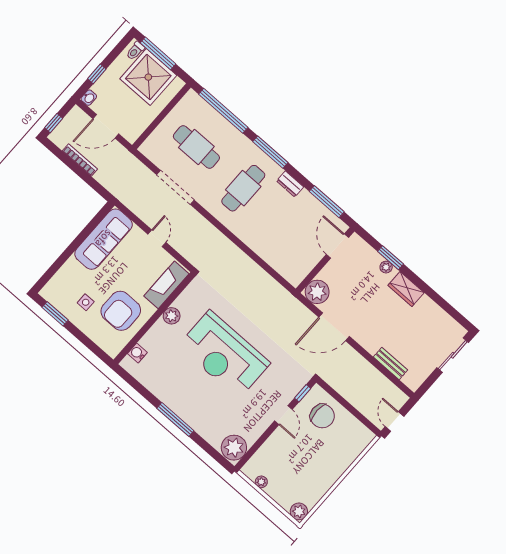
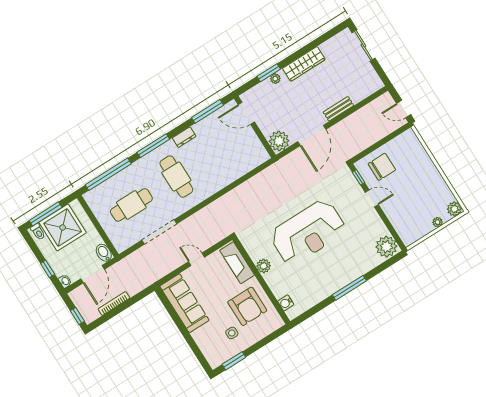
bidet: (134, 132) -> (104, 253), added
wardrobe: (406, 289) -> (304, 64), width x1.50
bench: (391, 363) -> (338, 109), moved
plant: (261, 482) -> (438, 222), moved

